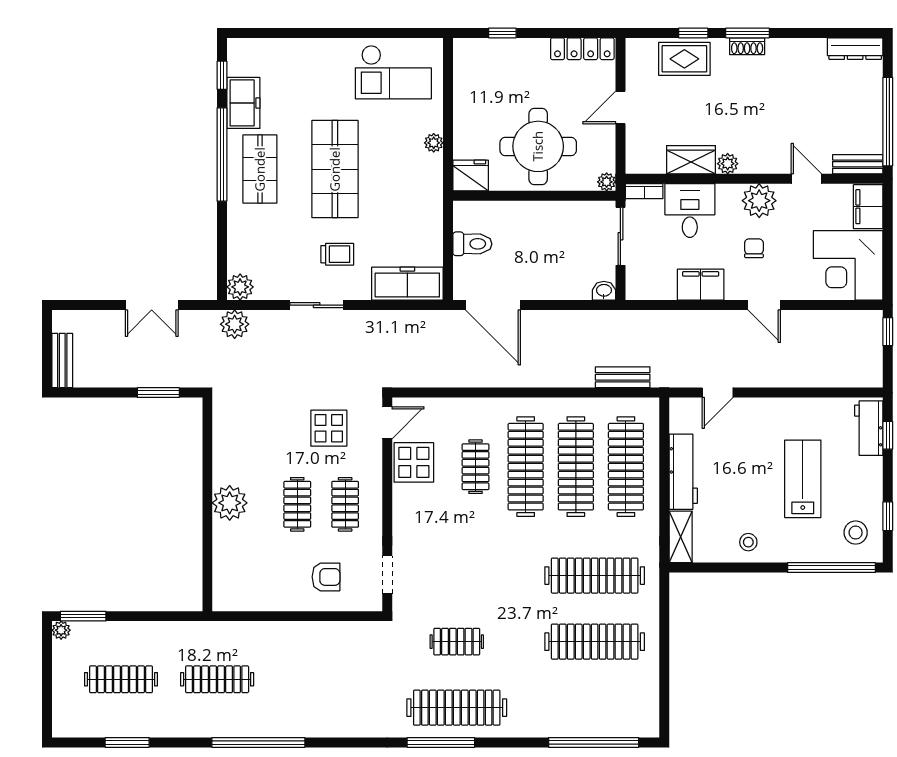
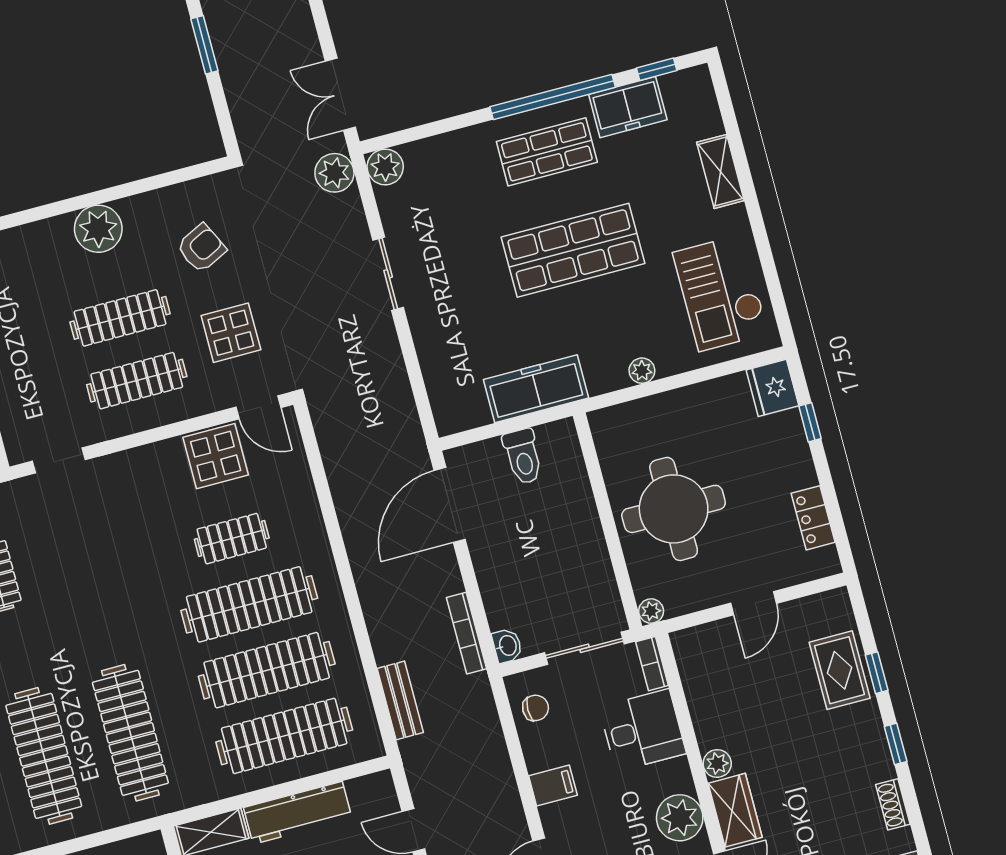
window: (747, 33) -> (896, 744), width x0.67
shoe rack: (747, 46) -> (893, 804), moved
shelving: (307, 49) -> (720, 171), added
locker: (582, 49) -> (813, 518), width x0.66
door: (620, 107) -> (754, 603), swing flipped
wardrobe: (691, 160) -> (735, 810), moved
fridge: (471, 176) -> (772, 388), moved, turned 180
chair: (754, 248) -> (536, 708), moved
trolley: (337, 254) -> (462, 283), removed
freezer: (407, 284) -> (536, 389), moved, turned -90
filing cabinet: (701, 285) -> (553, 786), width x0.50
double door: (152, 305) -> (340, 94), moved
bookcase: (587, 317) -> (466, 633), added
window: (158, 393) -> (204, 45), moved
clothes rail: (297, 504) -> (120, 318), width x1.36
clothes rail: (345, 504) -> (137, 381), width x1.36
armchair: (326, 577) -> (201, 248), moved, turned -116

